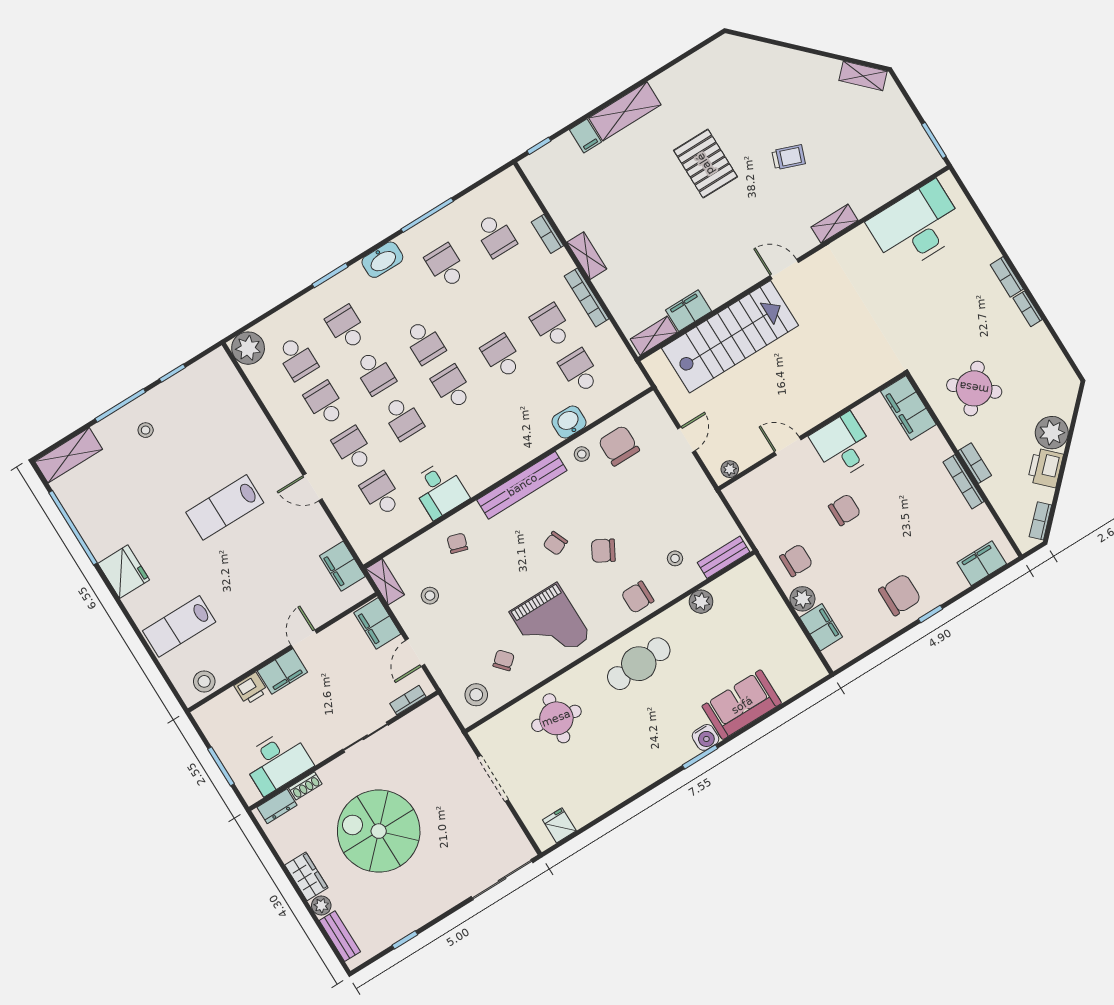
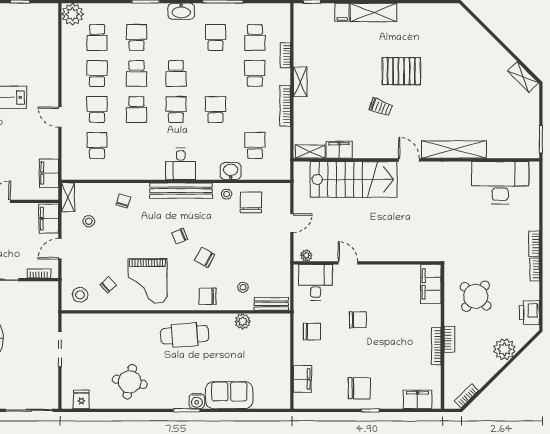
trolley: (789, 157) -> (381, 107), moved
pallet: (705, 164) -> (401, 71), turned 90
shelving: (835, 224) -> (454, 150), width x2.20, depth x1.33
school desk: (551, 326) -> (255, 73), moved
desk: (843, 446) -> (316, 282), moved
printer: (1045, 468) -> (530, 313), moved, turned -45
desk: (440, 490) -> (181, 164), moved
plant: (802, 599) -> (302, 356), removed
round table: (556, 718) -> (130, 382), moved

